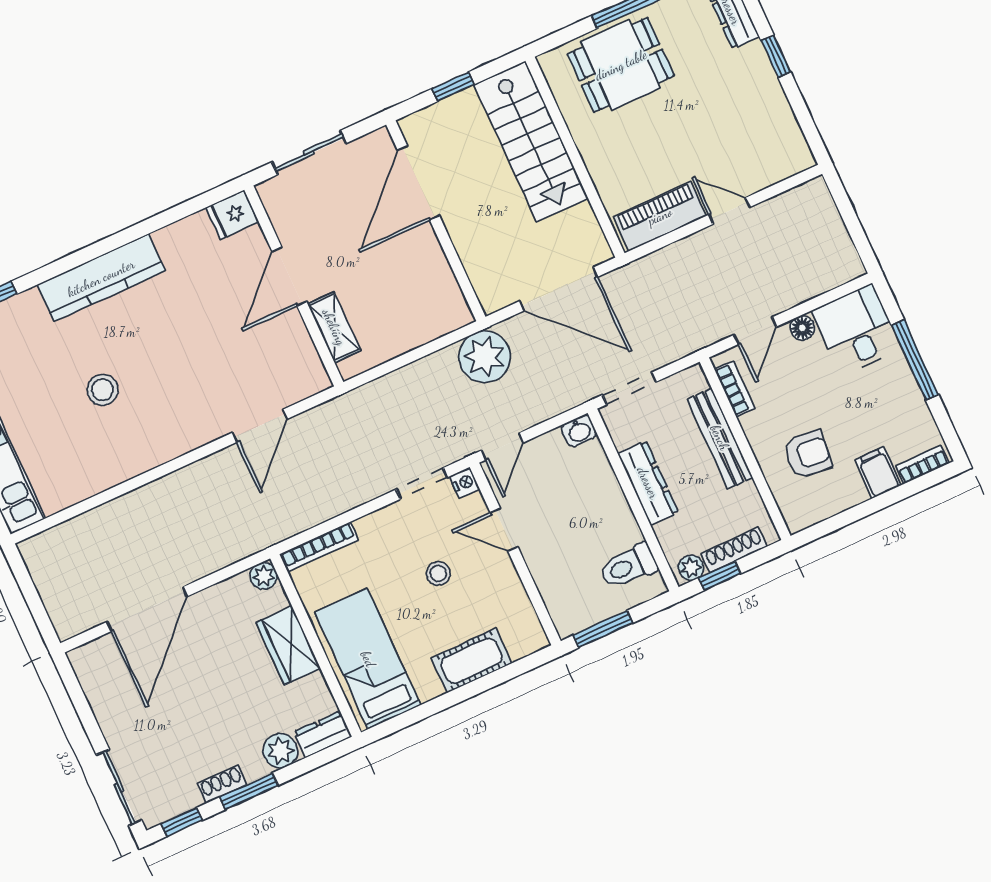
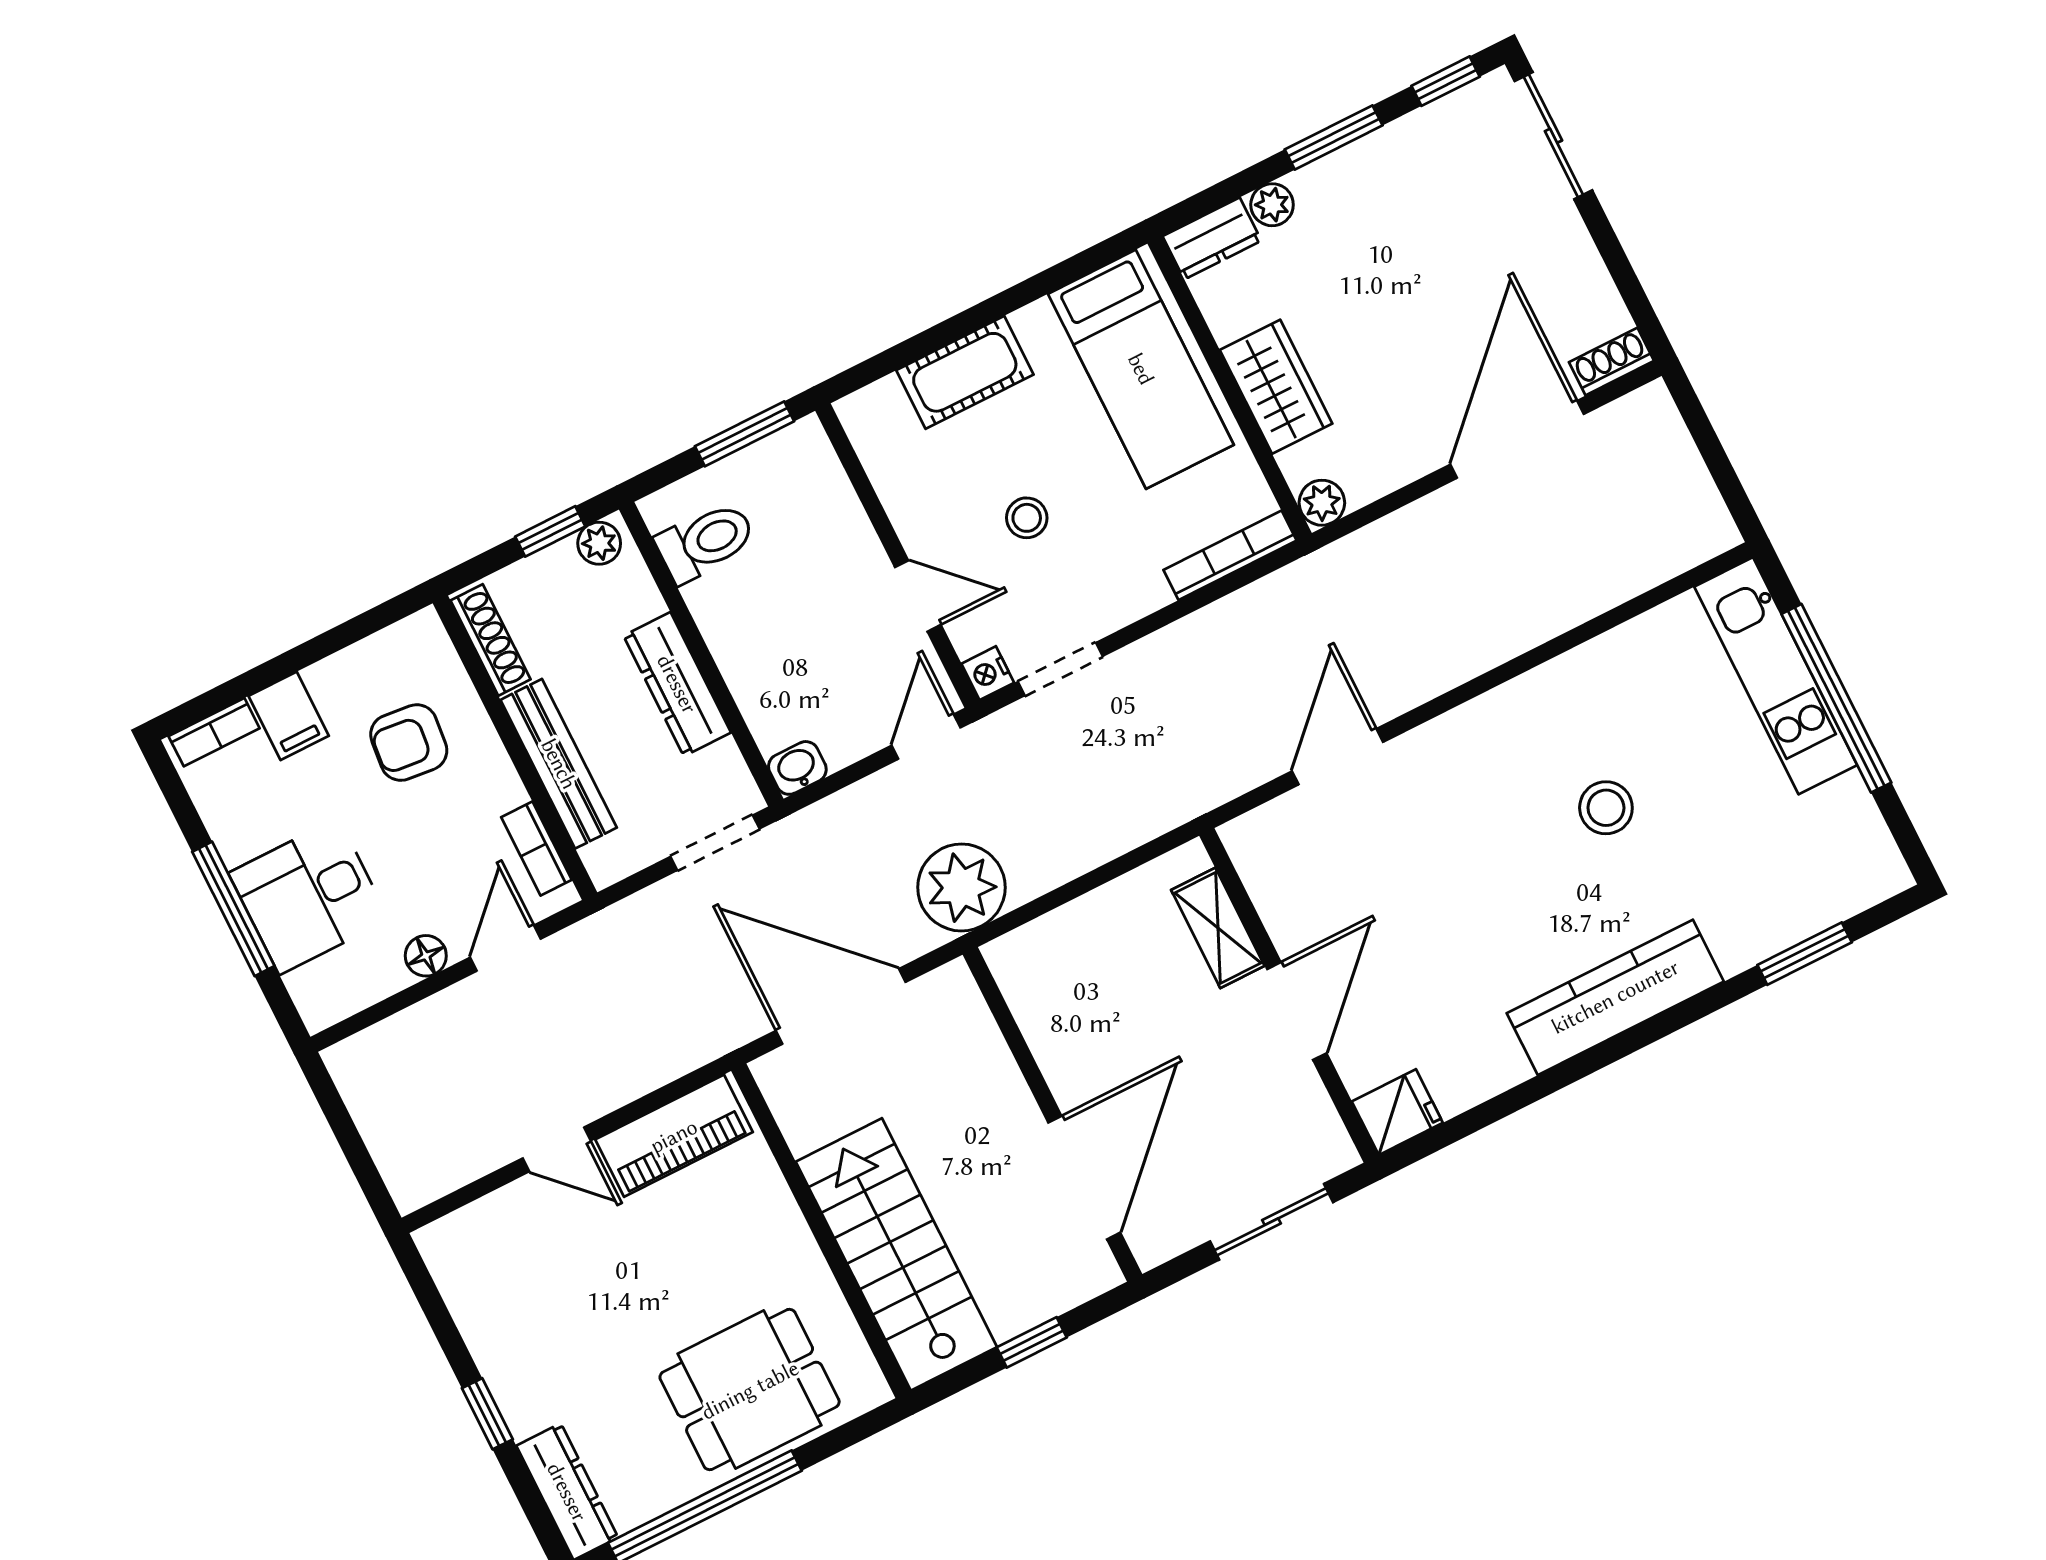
desk: (857, 330) -> (309, 896), moved, turned 90
shoe rack: (734, 550) -> (491, 640), moved, turned -90
plant: (280, 751) -> (1272, 205), width x0.73, depth x0.73
shoe rack: (222, 784) -> (1611, 362), moved, turned 180

